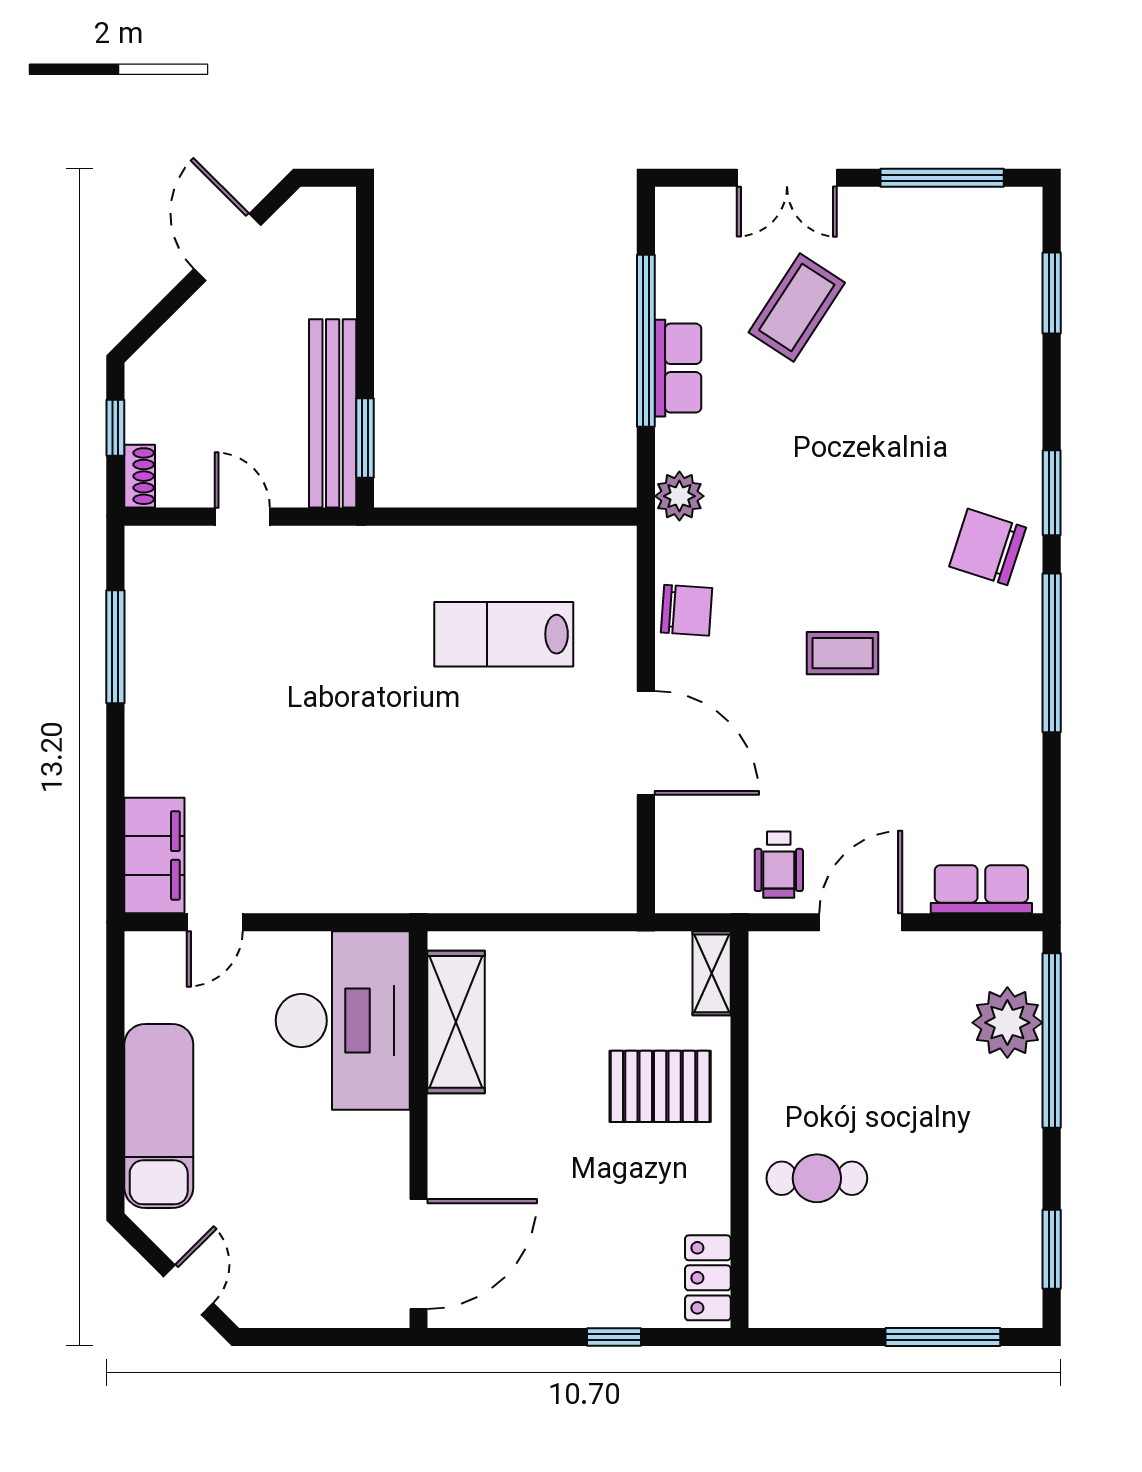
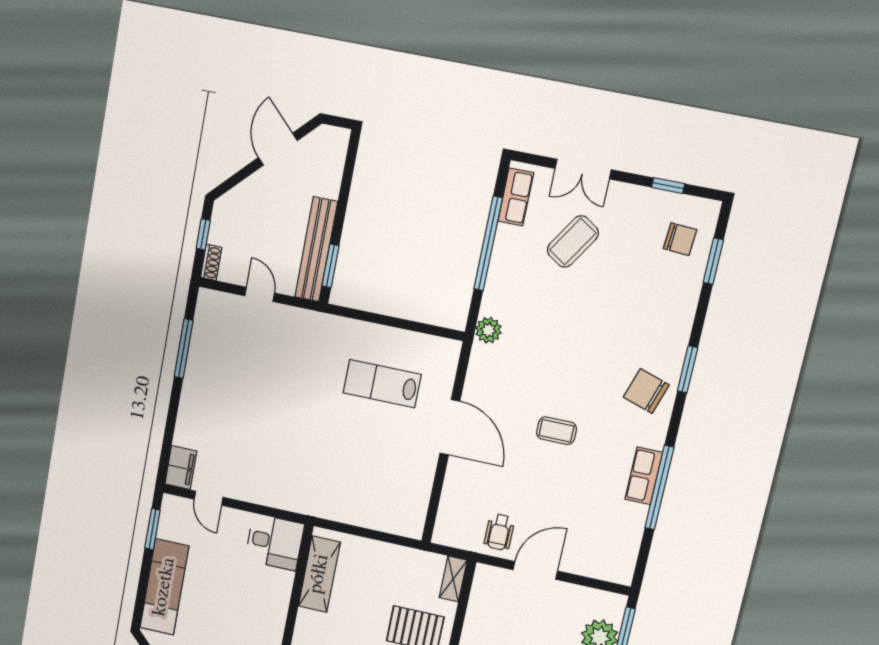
window: (942, 178) -> (668, 186), width x0.46
row of seats: (678, 368) -> (516, 197), moved
chair: (687, 610) -> (680, 239), moved
window: (1052, 653) -> (659, 488), moved
door: (646, 743) -> (450, 427), moved
filing cabinet: (154, 855) -> (181, 468), width x0.67, depth x0.86
row of seats: (981, 889) -> (644, 476), moved, turned -90
door: (215, 922) -> (209, 498), hinge flipped
window: (115, 1007) -> (152, 529), added
desk: (343, 1021) -> (275, 542), width x0.53, depth x0.77

